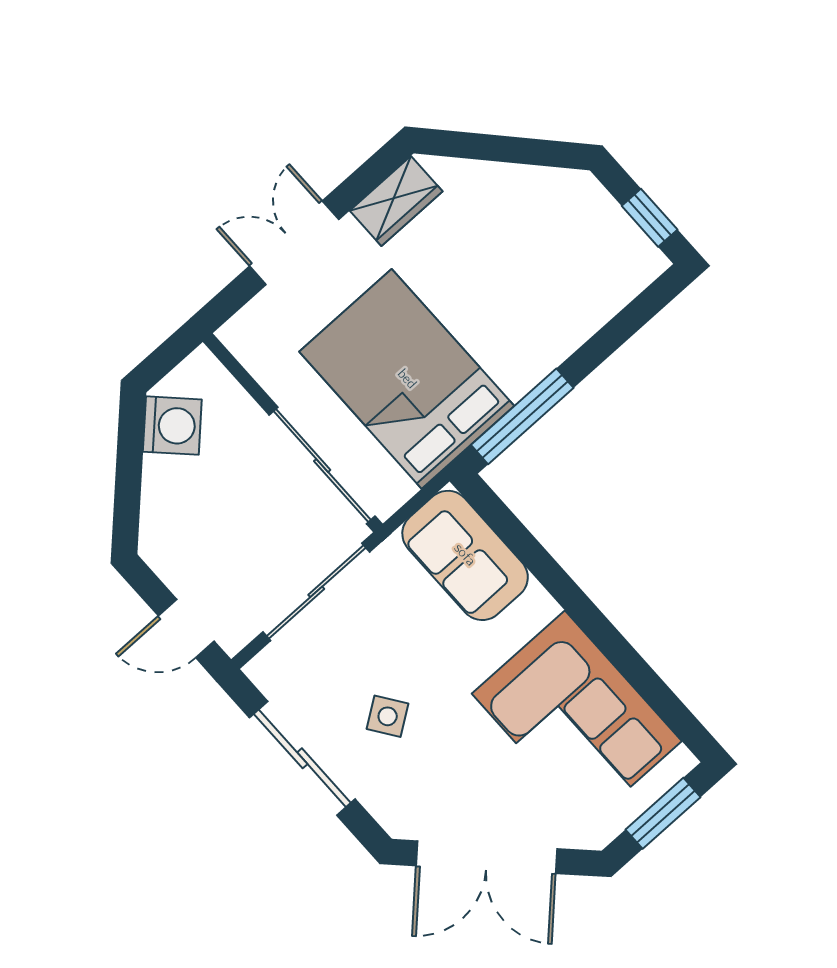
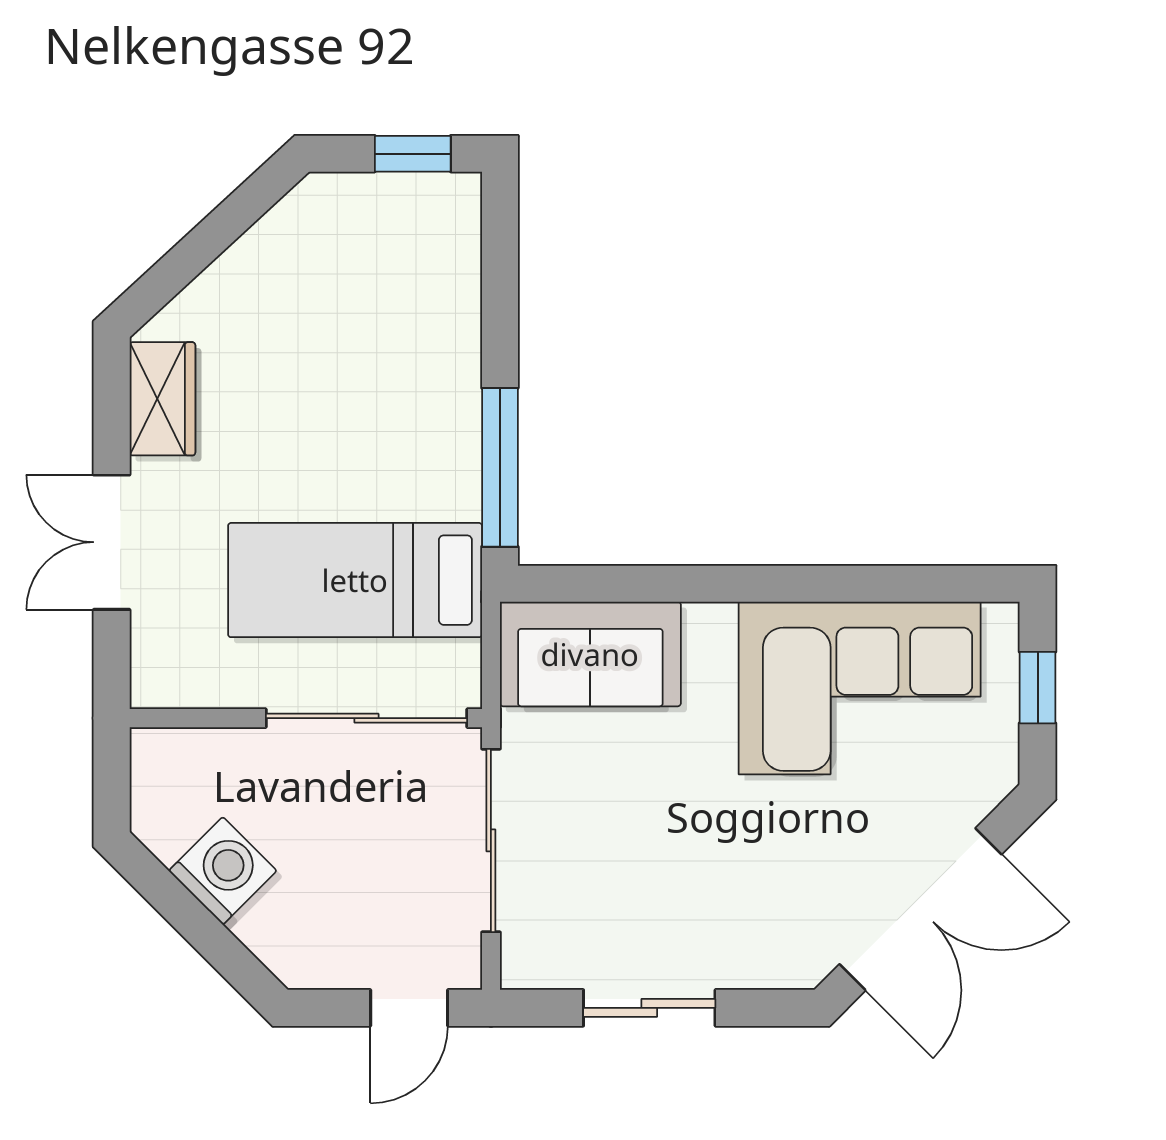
bed: (407, 379) -> (355, 580), width x0.67
washing machine: (172, 426) -> (223, 871), moved
side table: (388, 716) -> (685, 882), removed
sliding door: (302, 758) -> (649, 1008), width x0.73
window: (663, 813) -> (1038, 688), width x0.67

